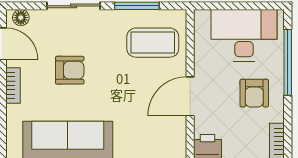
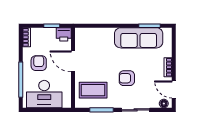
armchair: (70, 70) -> (127, 78), moved
door: (190, 96) -> (73, 61), swing flipped

